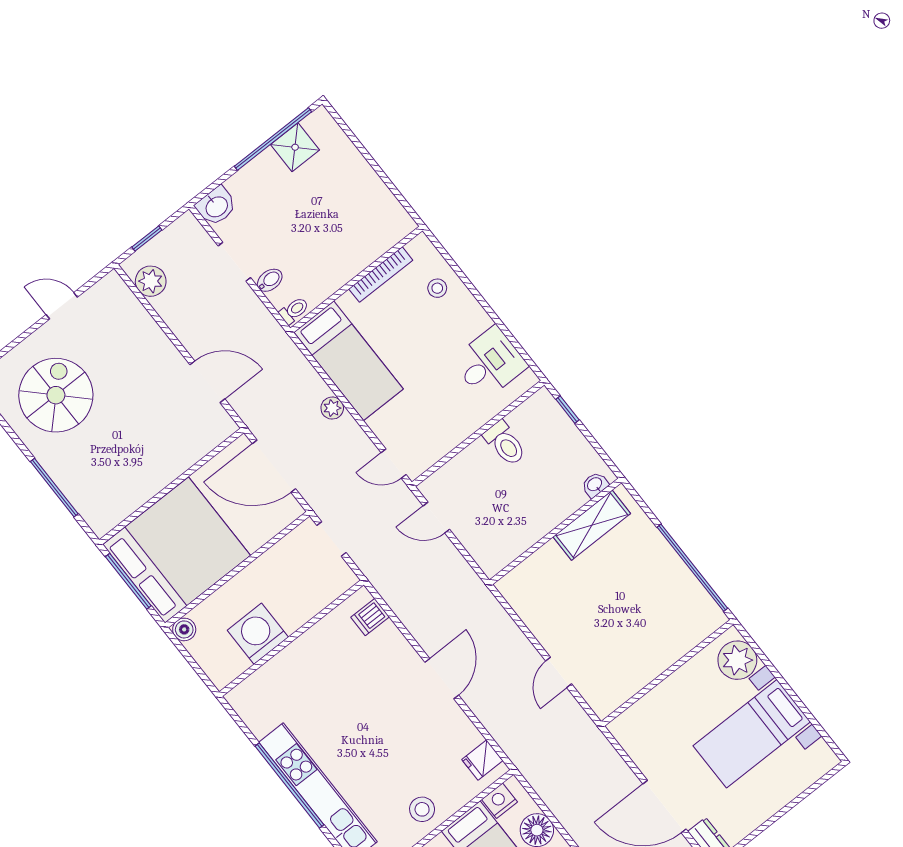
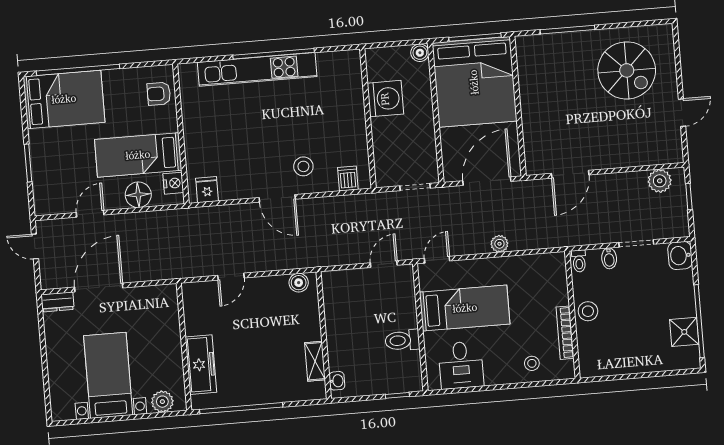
stool: (341, 265) -> (588, 311), added
bed: (349, 361) -> (465, 308), moved, turned 180
shelving: (592, 525) -> (315, 361), width x0.67, depth x0.75
boiler: (517, 596) -> (299, 283), added
freezer: (674, 642) -> (201, 365), added
plant: (737, 660) -> (162, 402), width x0.73, depth x0.73
door: (559, 672) -> (231, 277), swing flipped
stool: (422, 809) -> (303, 166), moved

